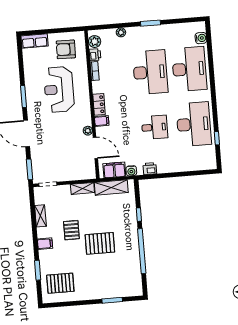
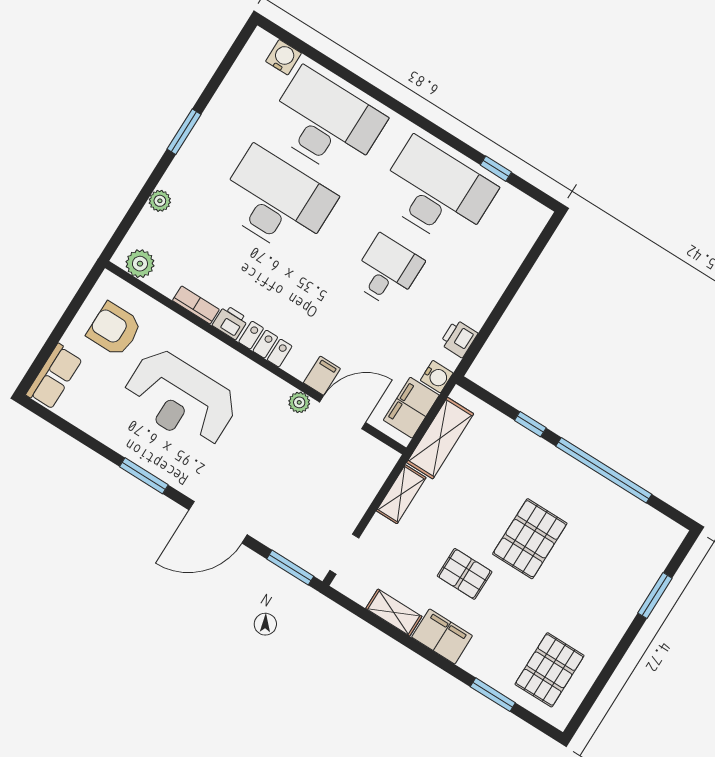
armchair: (66, 49) -> (114, 329), turned 89
printer: (95, 55) -> (230, 322), moved
filing cabinet: (102, 121) -> (322, 376), moved
filing cabinet: (45, 244) -> (442, 636), width x2.00

